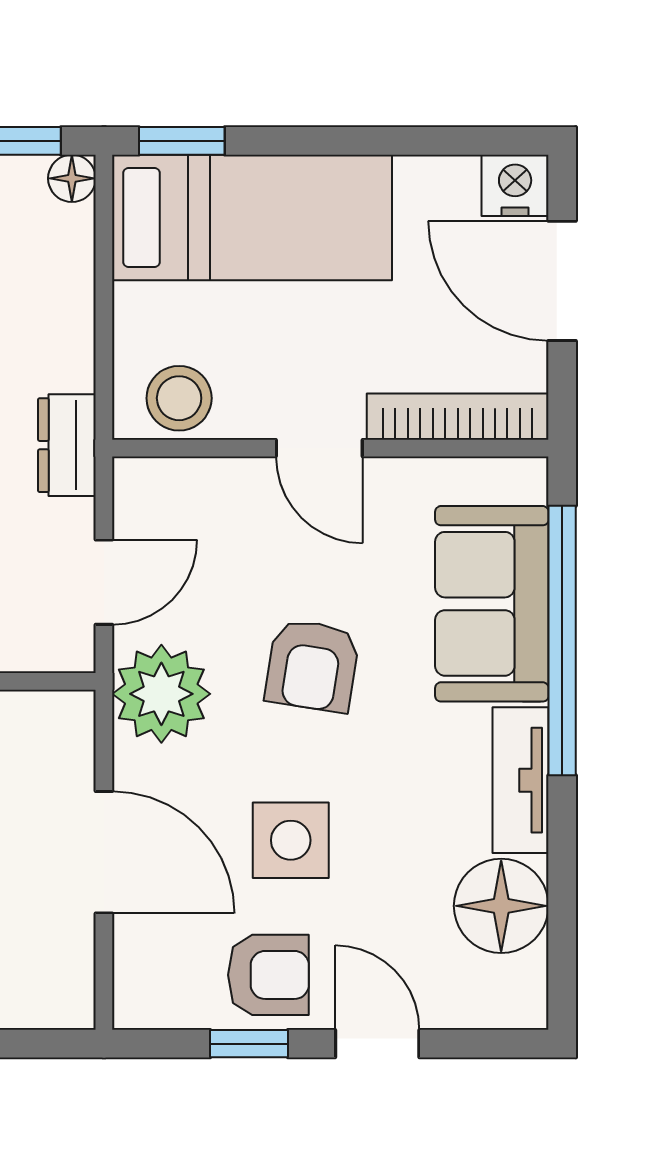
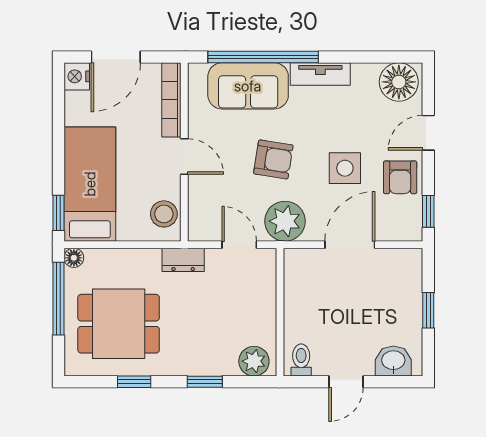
door: (319, 448) -> (184, 156), hinge flipped
floor lamp: (501, 906) -> (399, 82), moved
armchair: (268, 975) -> (400, 177), turned 180
window: (249, 1044) -> (428, 211), moved

